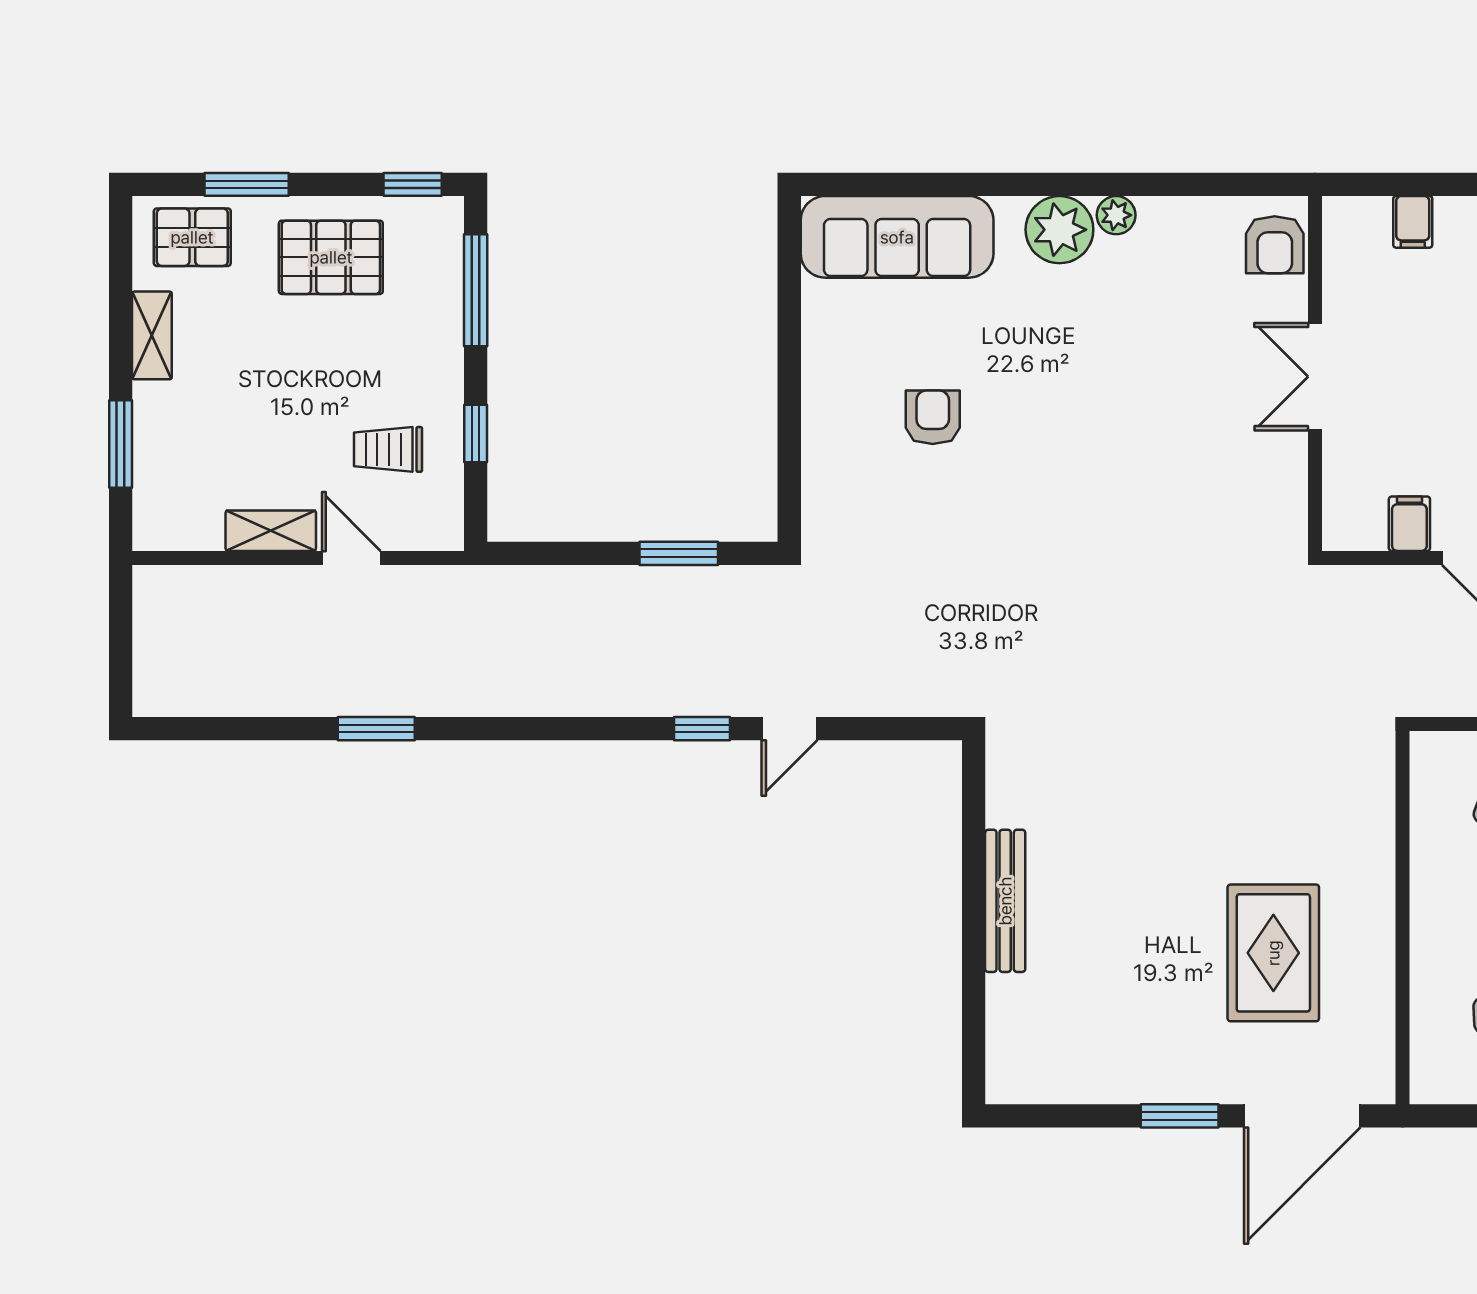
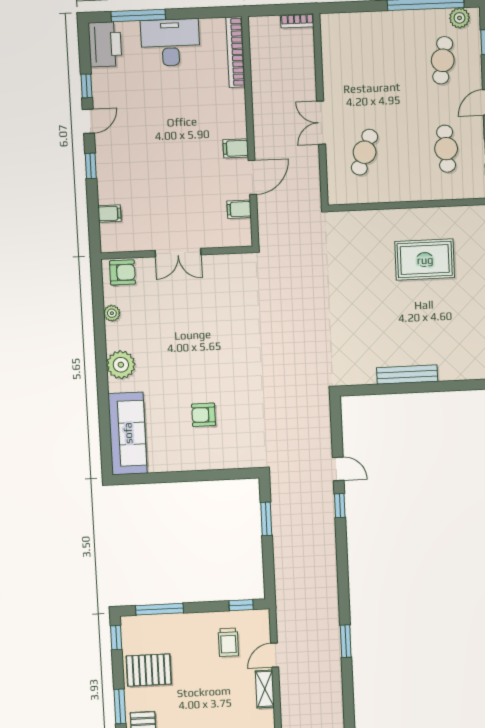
plant: (1116, 215) -> (112, 313), moved
pallet: (331, 257) -> (149, 670), turned 90
window: (476, 433) -> (241, 605), moved

